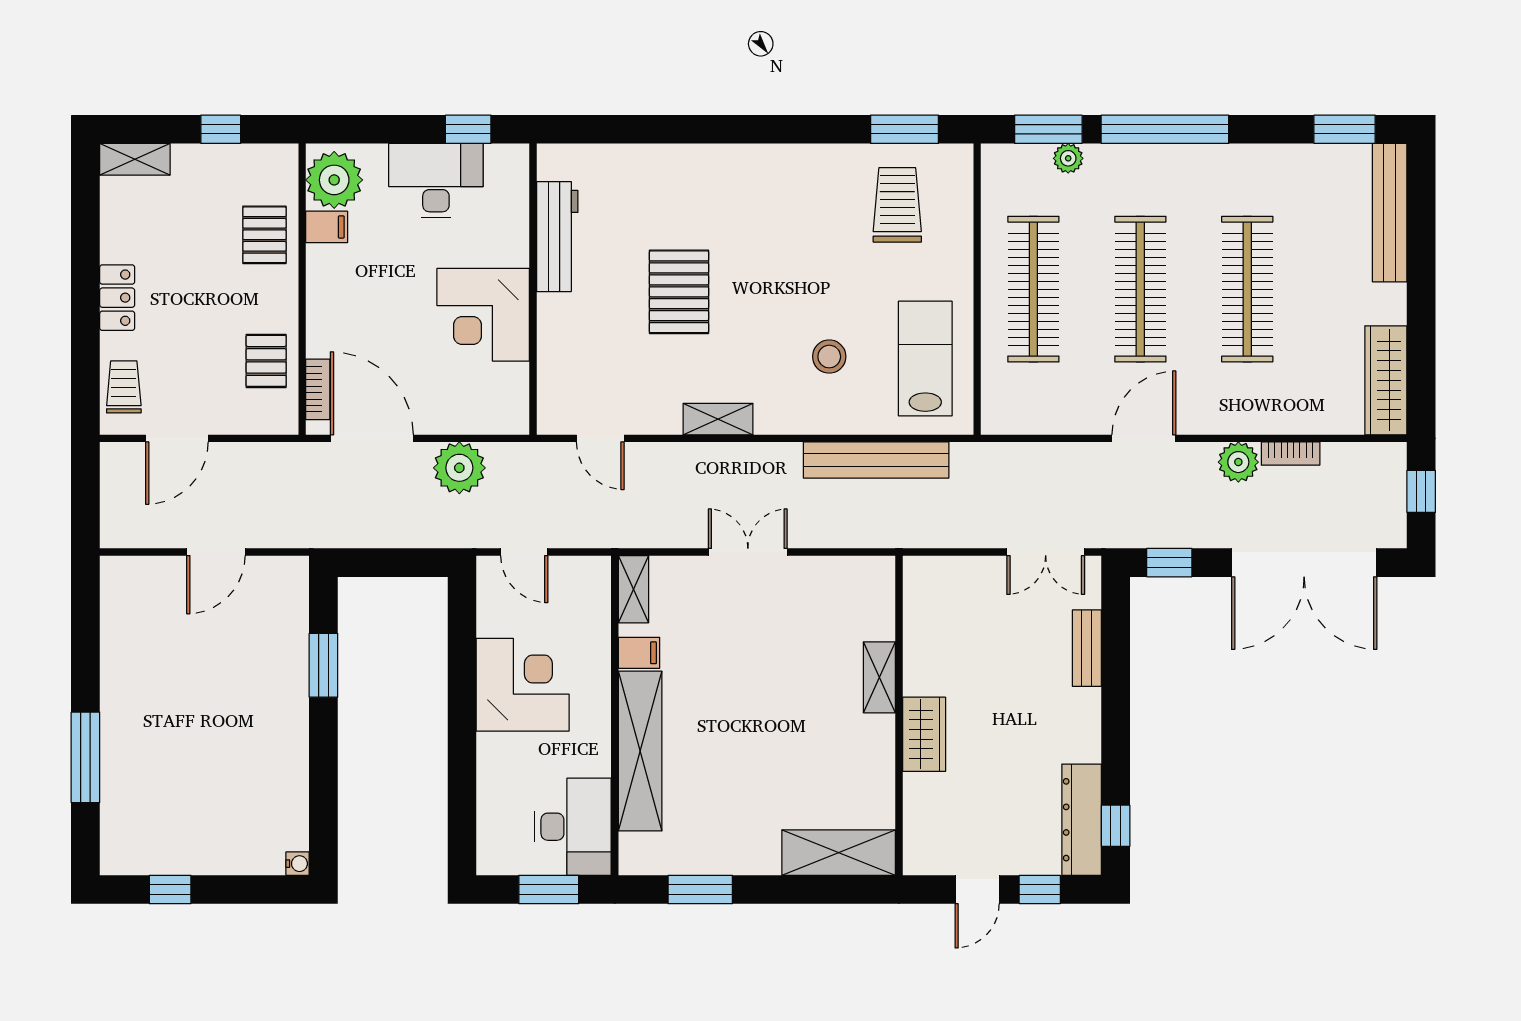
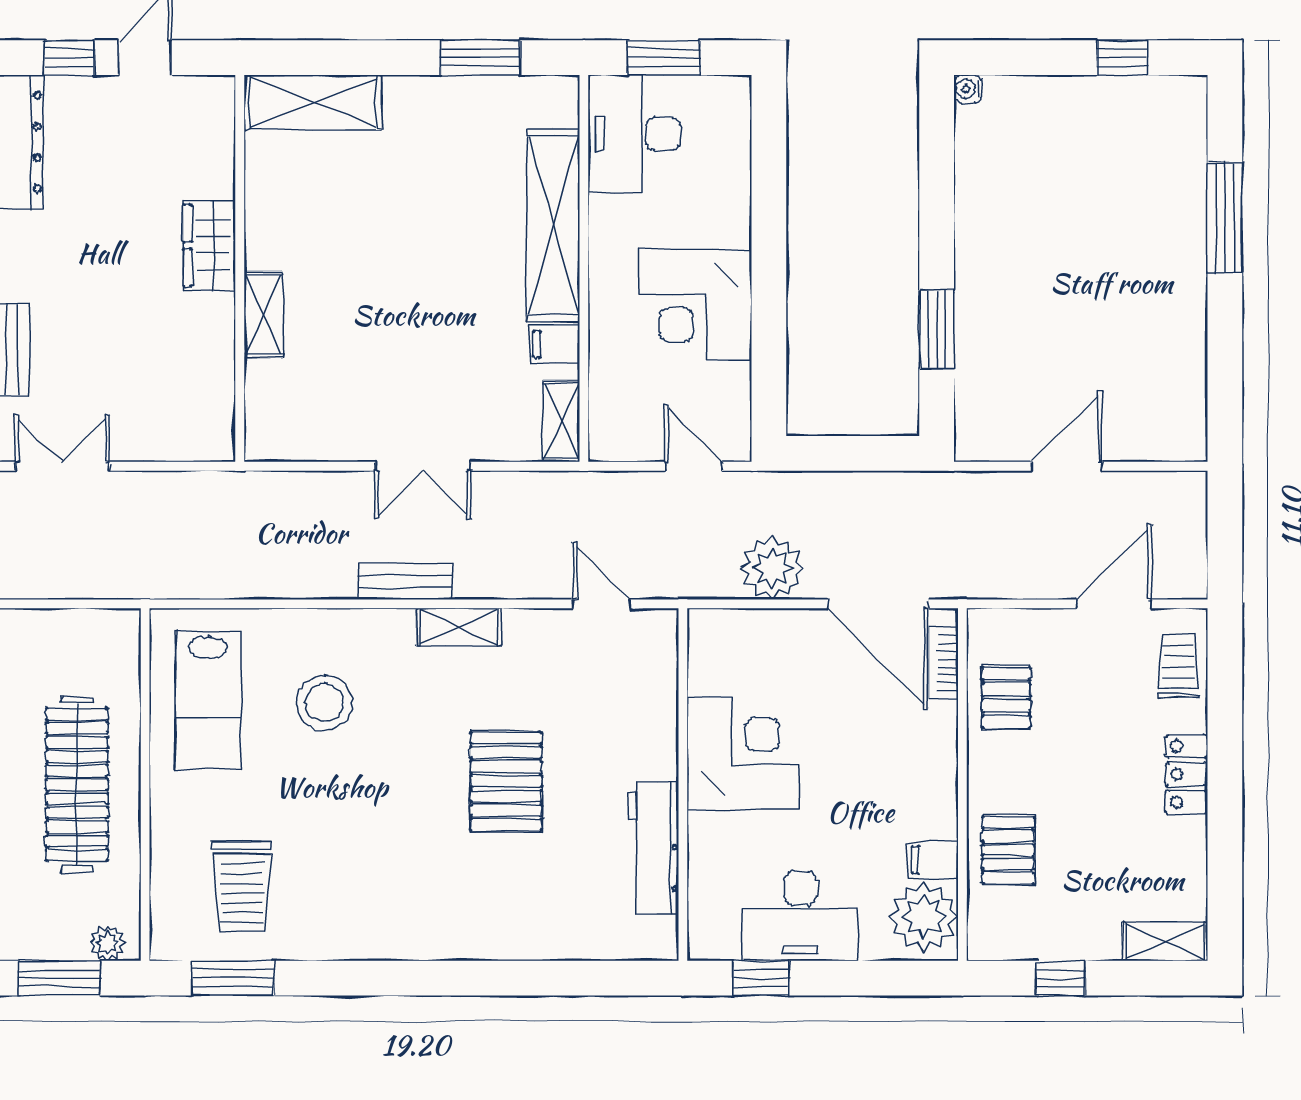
plant: (1068, 158) -> (108, 943), moved
stool: (829, 357) -> (324, 703), width x1.38, depth x1.38
trolley: (124, 387) -> (1178, 666), turned 180
bench: (876, 460) -> (405, 582), moved, width x0.54, depth x0.82

